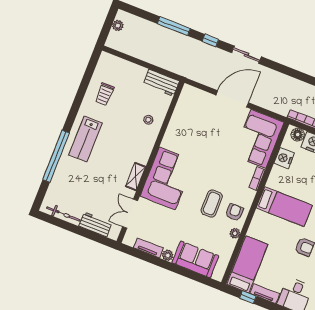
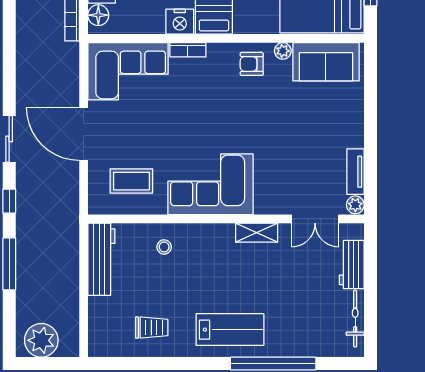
plant: (118, 26) -> (41, 340), width x1.87, depth x1.87
workbench: (161, 83) -> (101, 259), width x1.38
nightstand: (284, 158) -> (180, 22), moved
corner sofa: (167, 179) -> (210, 184), moved
coffee table: (212, 204) -> (131, 181), moved
plant: (168, 255) -> (355, 205), moved
sofa: (195, 259) -> (326, 62), moved, turned -90

